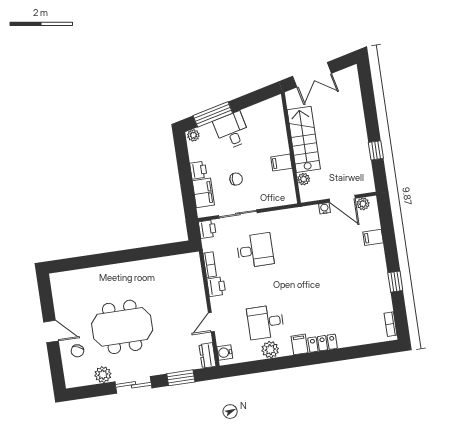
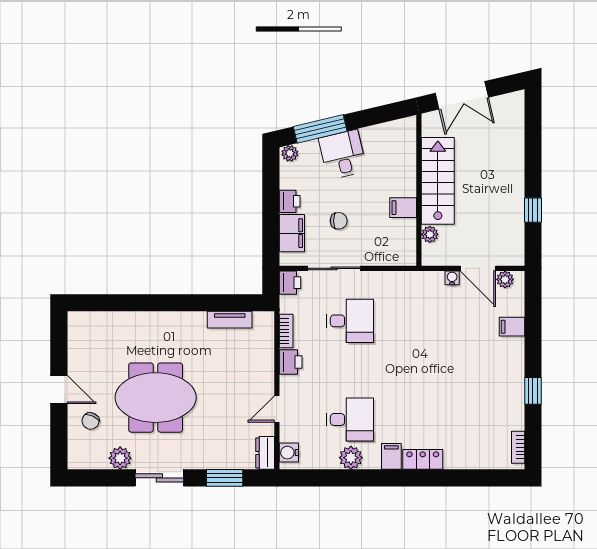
tv unit: (168, 262) -> (230, 320), added
desk: (266, 322) -> (350, 419), turned 180

